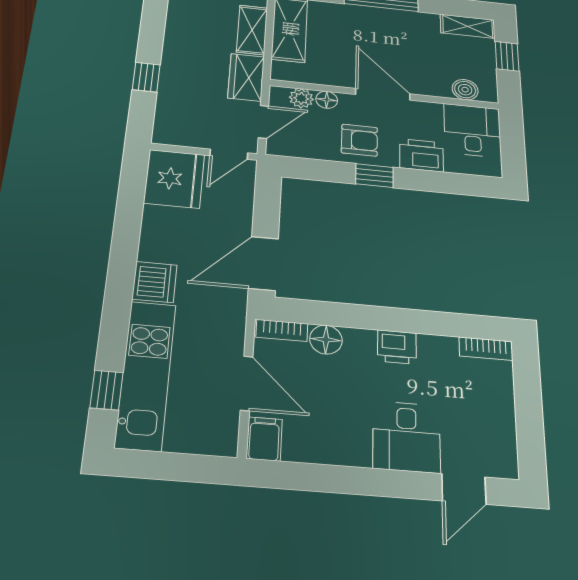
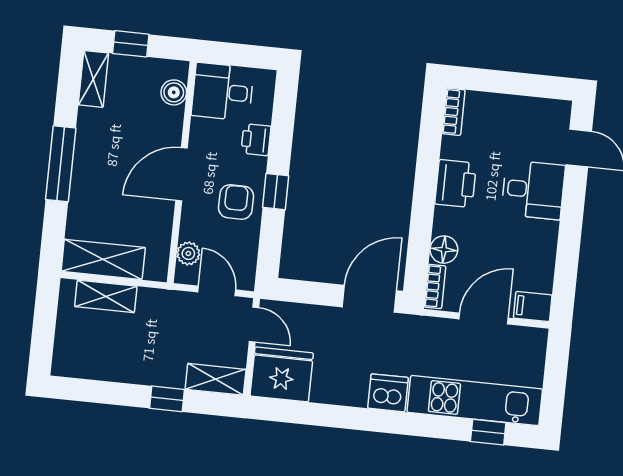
wardrobe: (246, 77) -> (165, 305), removed
floor lamp: (327, 100) -> (189, 229), removed
shelving: (168, 119) -> (216, 379), added
printer: (421, 155) -> (256, 140), width x0.73, depth x0.81
door: (263, 263) -> (369, 299), swing flipped
printer: (397, 347) -> (456, 184), width x1.36, depth x1.24

